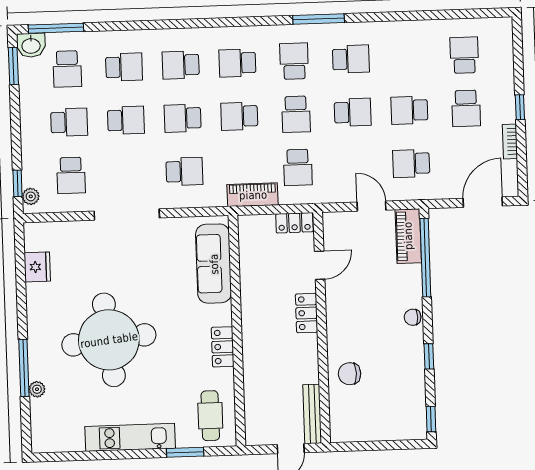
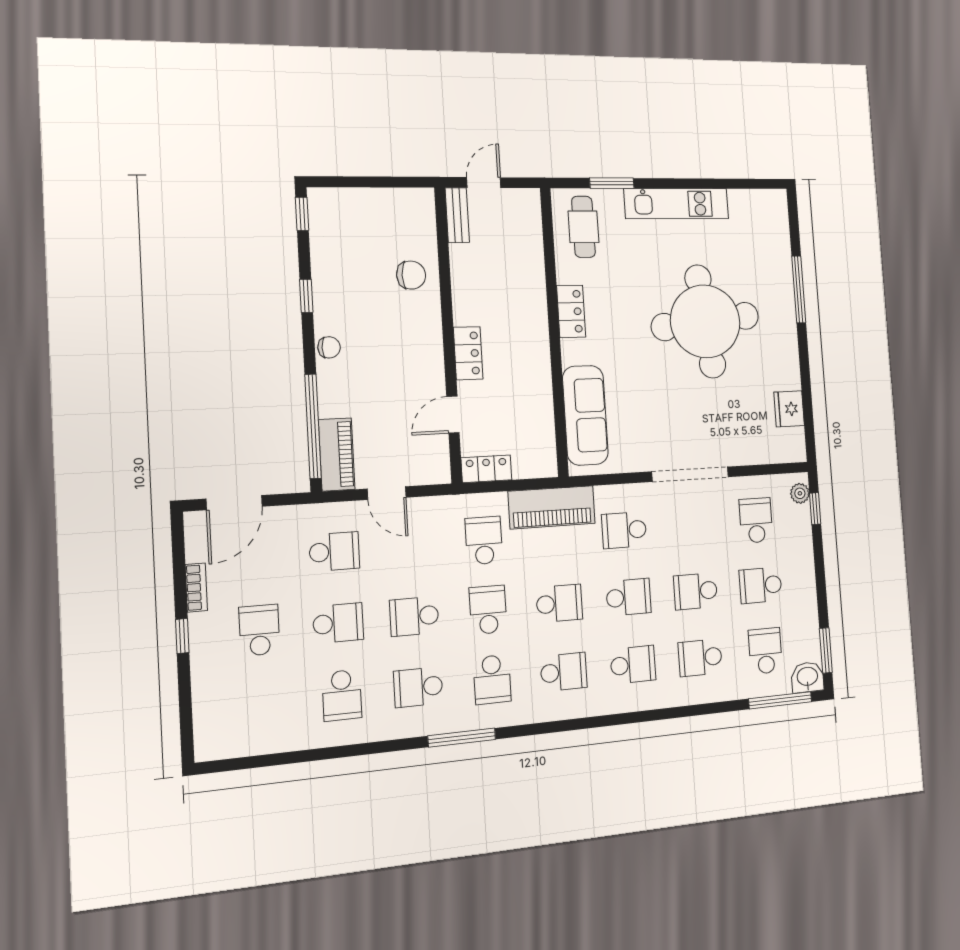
school desk: (464, 55) -> (342, 695), moved
piano: (253, 195) -> (552, 507), width x1.37, depth x1.33
plant: (37, 389) -> (783, 264), removed
bench: (312, 414) -> (457, 215), width x0.73

